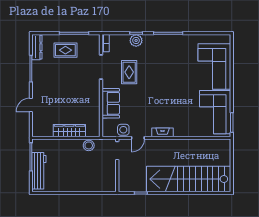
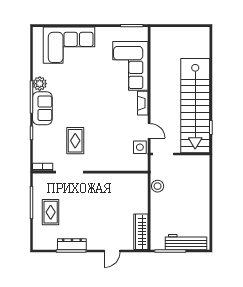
plant: (136, 40) -> (40, 84), moved
dresser: (37, 47) -> (72, 244), moved
rug: (129, 72) -> (75, 141), turned 90
sofa: (111, 103) -> (42, 108), moved, turned 90
door: (31, 105) -> (112, 251), hinge flipped
corner sofa: (215, 112) -> (130, 66), moved, turned 90
wardrobe: (69, 131) -> (141, 232), moved
stairs: (189, 179) -> (195, 106), moved

